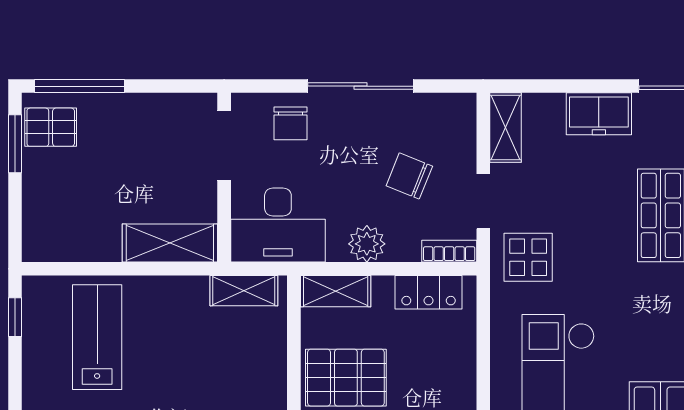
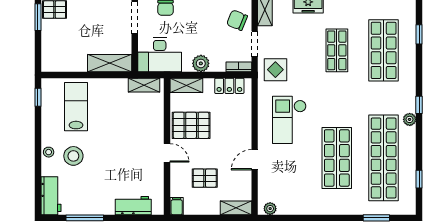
chair: (409, 176) -> (237, 20), moved

